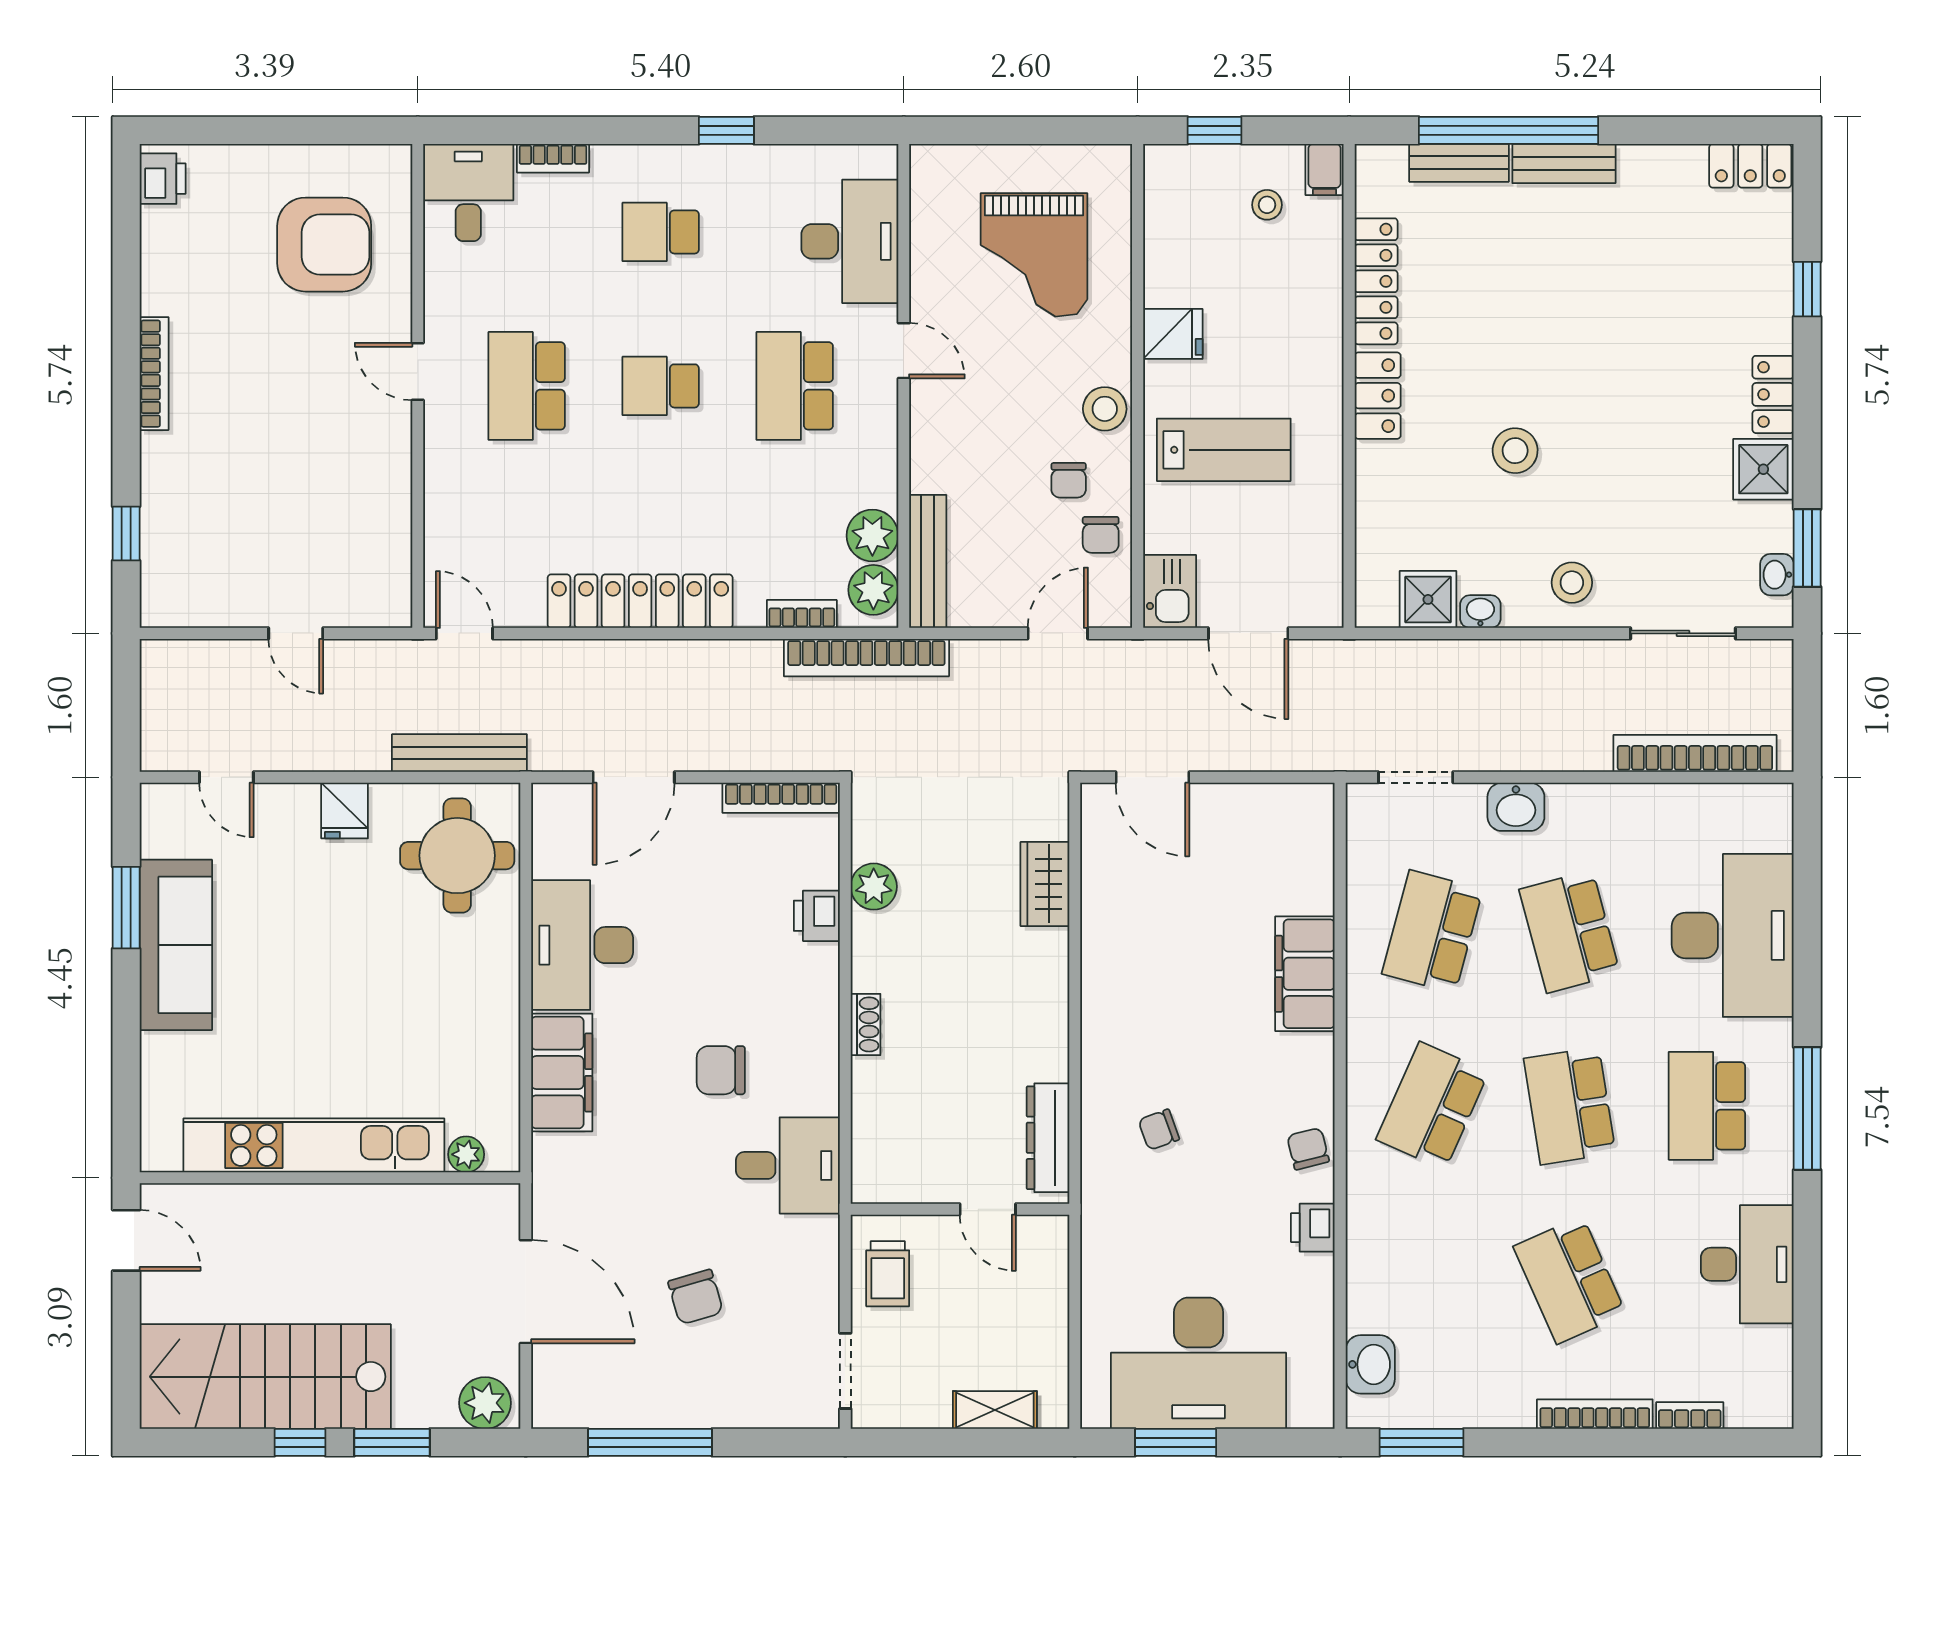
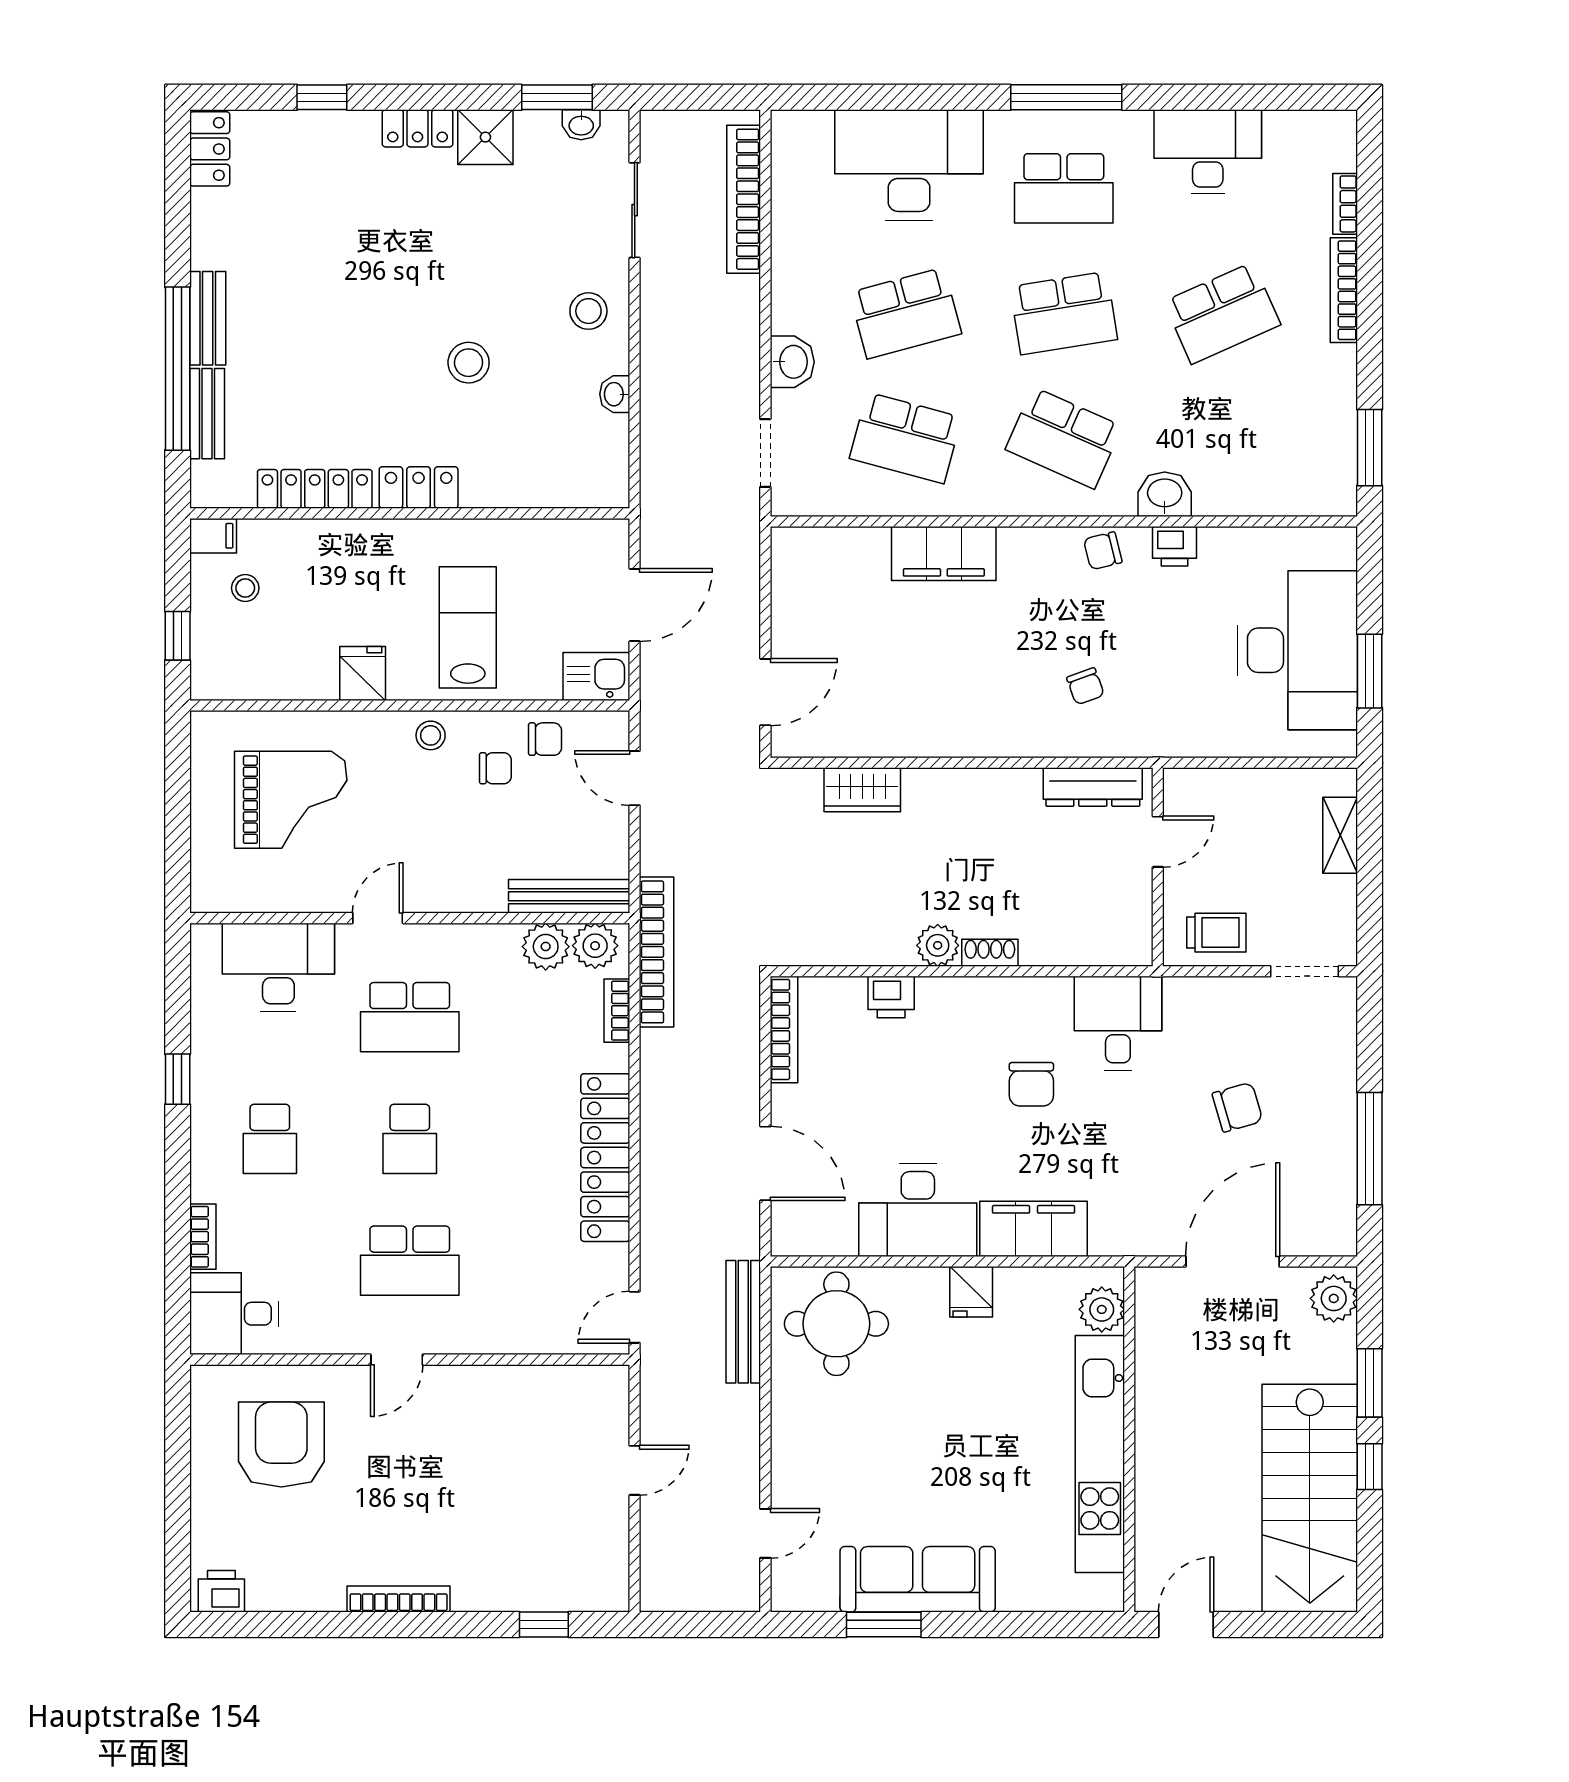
stool: (1105, 409) -> (431, 735), width x0.73, depth x0.73
shower: (1428, 599) -> (604, 442), removed
fridge: (345, 811) -> (971, 1292), moved, turned 90
plant: (874, 887) -> (938, 945), moved
plant: (466, 1154) -> (1102, 1309), width x1.38, depth x1.38
washbasin: (1370, 1364) -> (1165, 494), moved

